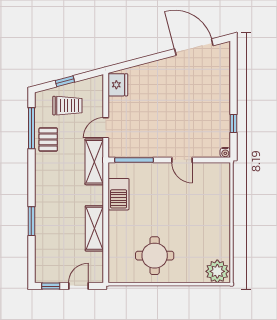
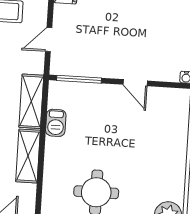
shelving: (94, 162) -> (31, 101), moved
barbecue: (119, 194) -> (56, 123), width x0.73, depth x0.79

